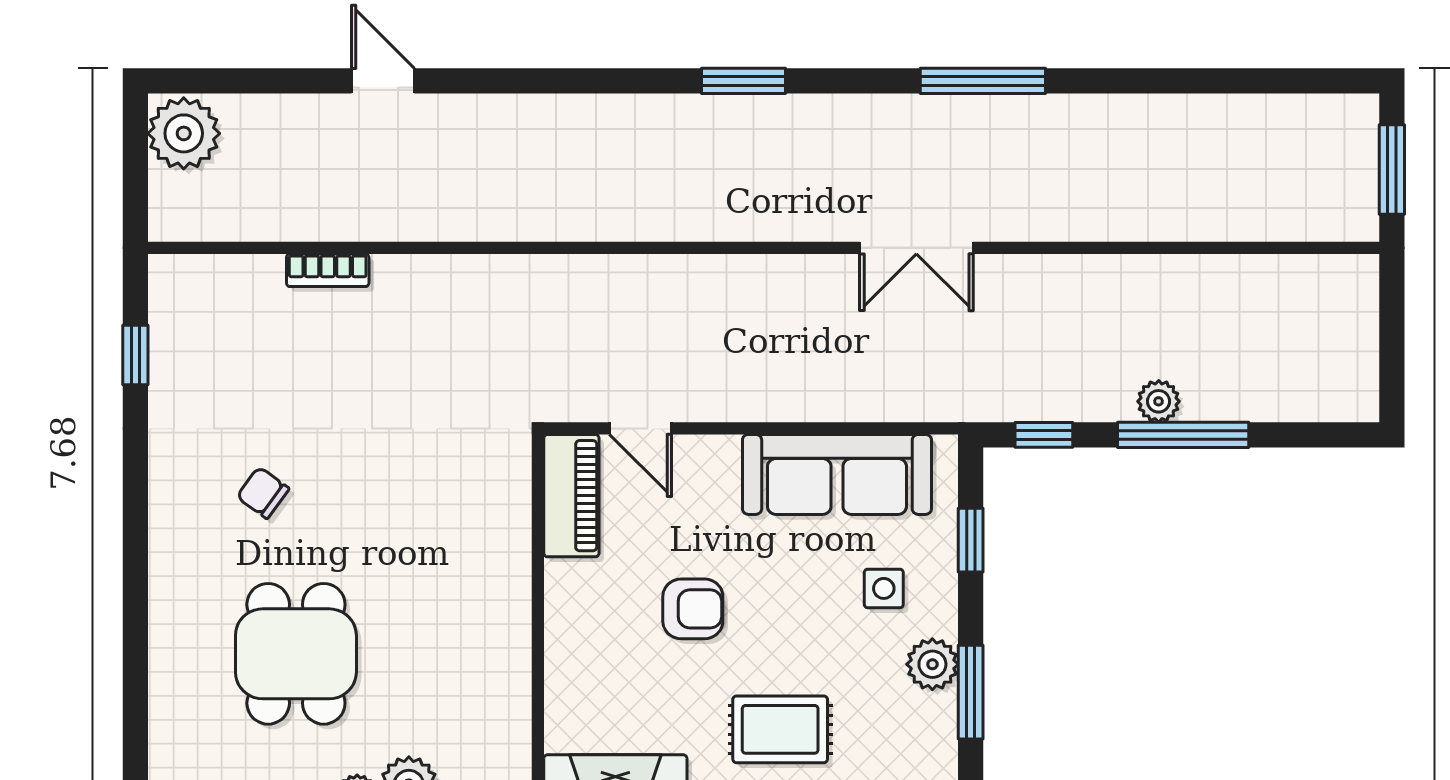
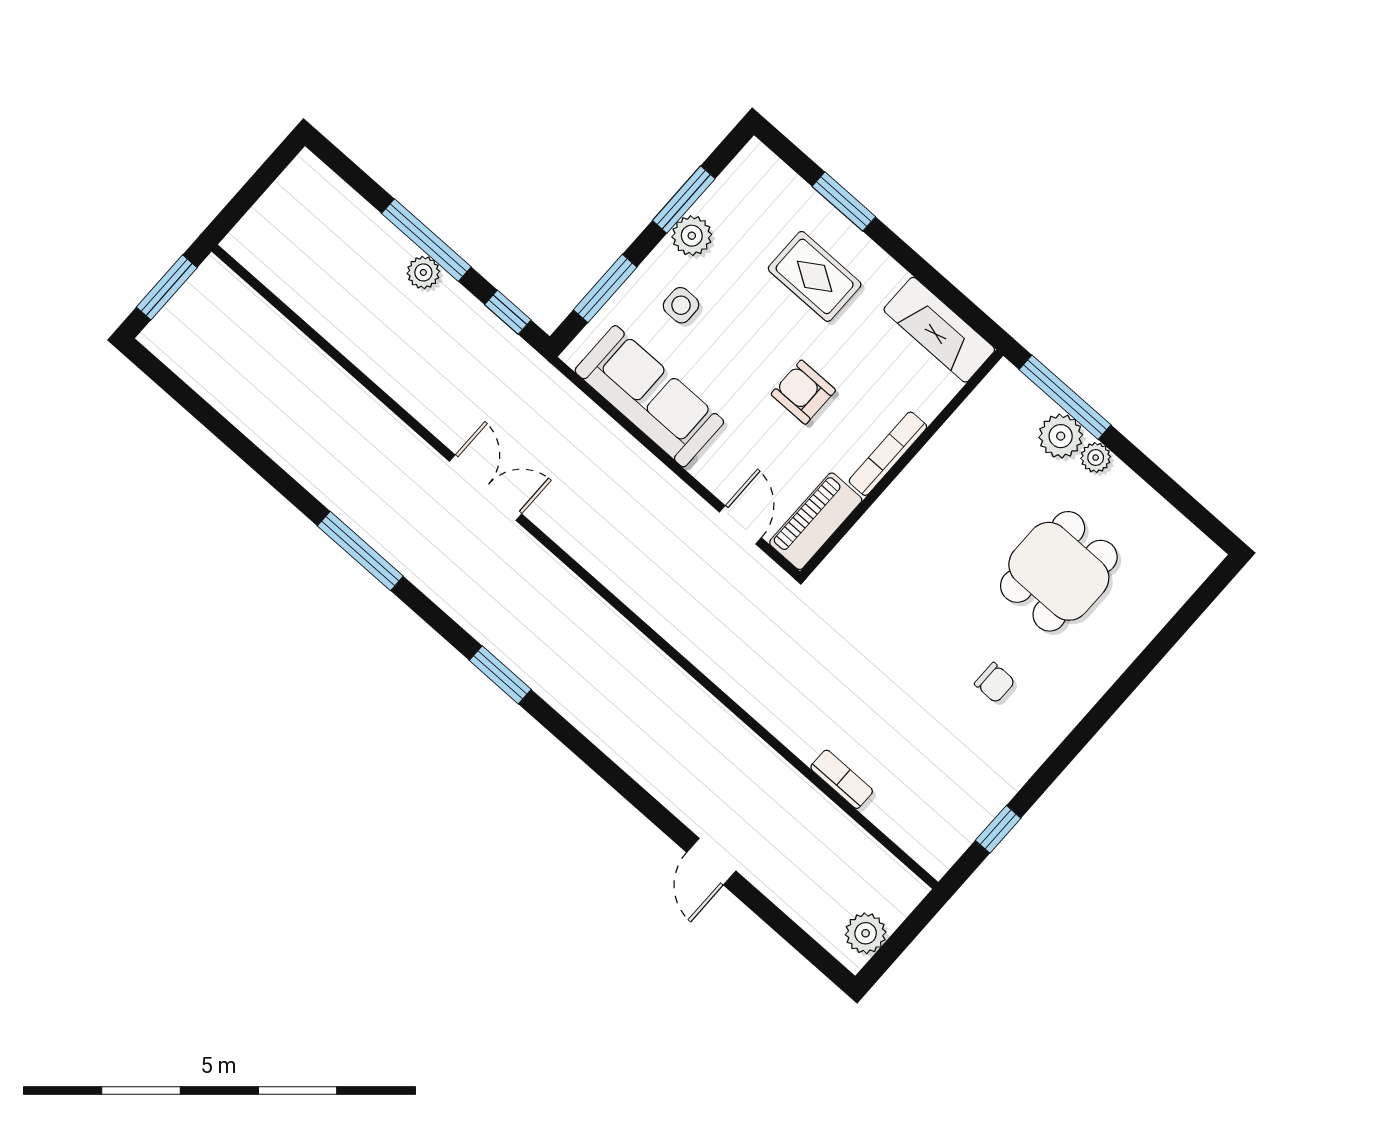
plant: (184, 133) -> (866, 933), width x0.73, depth x0.73
chair: (263, 493) -> (995, 683), turned -36
window: (971, 540) -> (605, 288), width x1.50
bookcase: (559, 622) -> (888, 454), added

